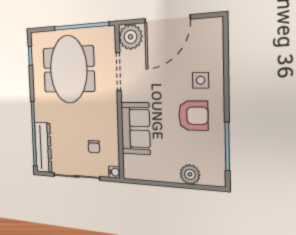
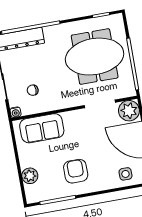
side table: (201, 80) -> (125, 174), moved
armchair: (193, 116) -> (76, 171), turned 180
sofa: (135, 128) -> (42, 128), moved

